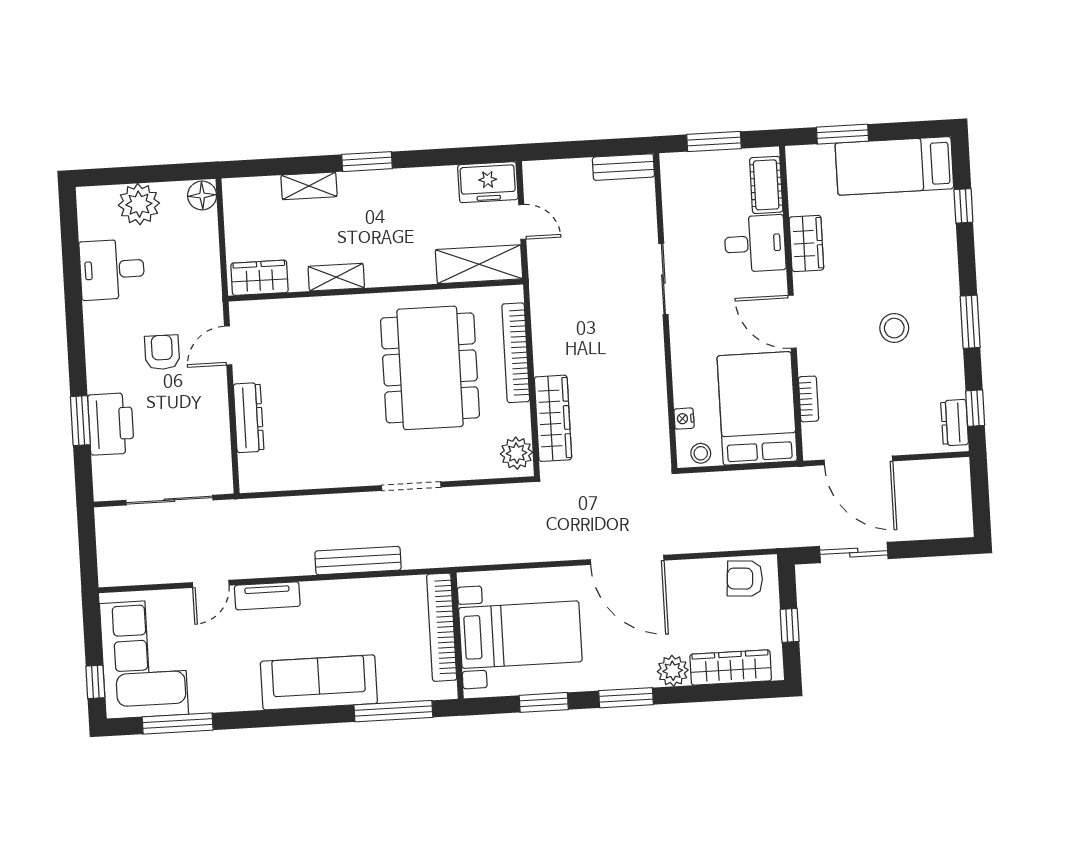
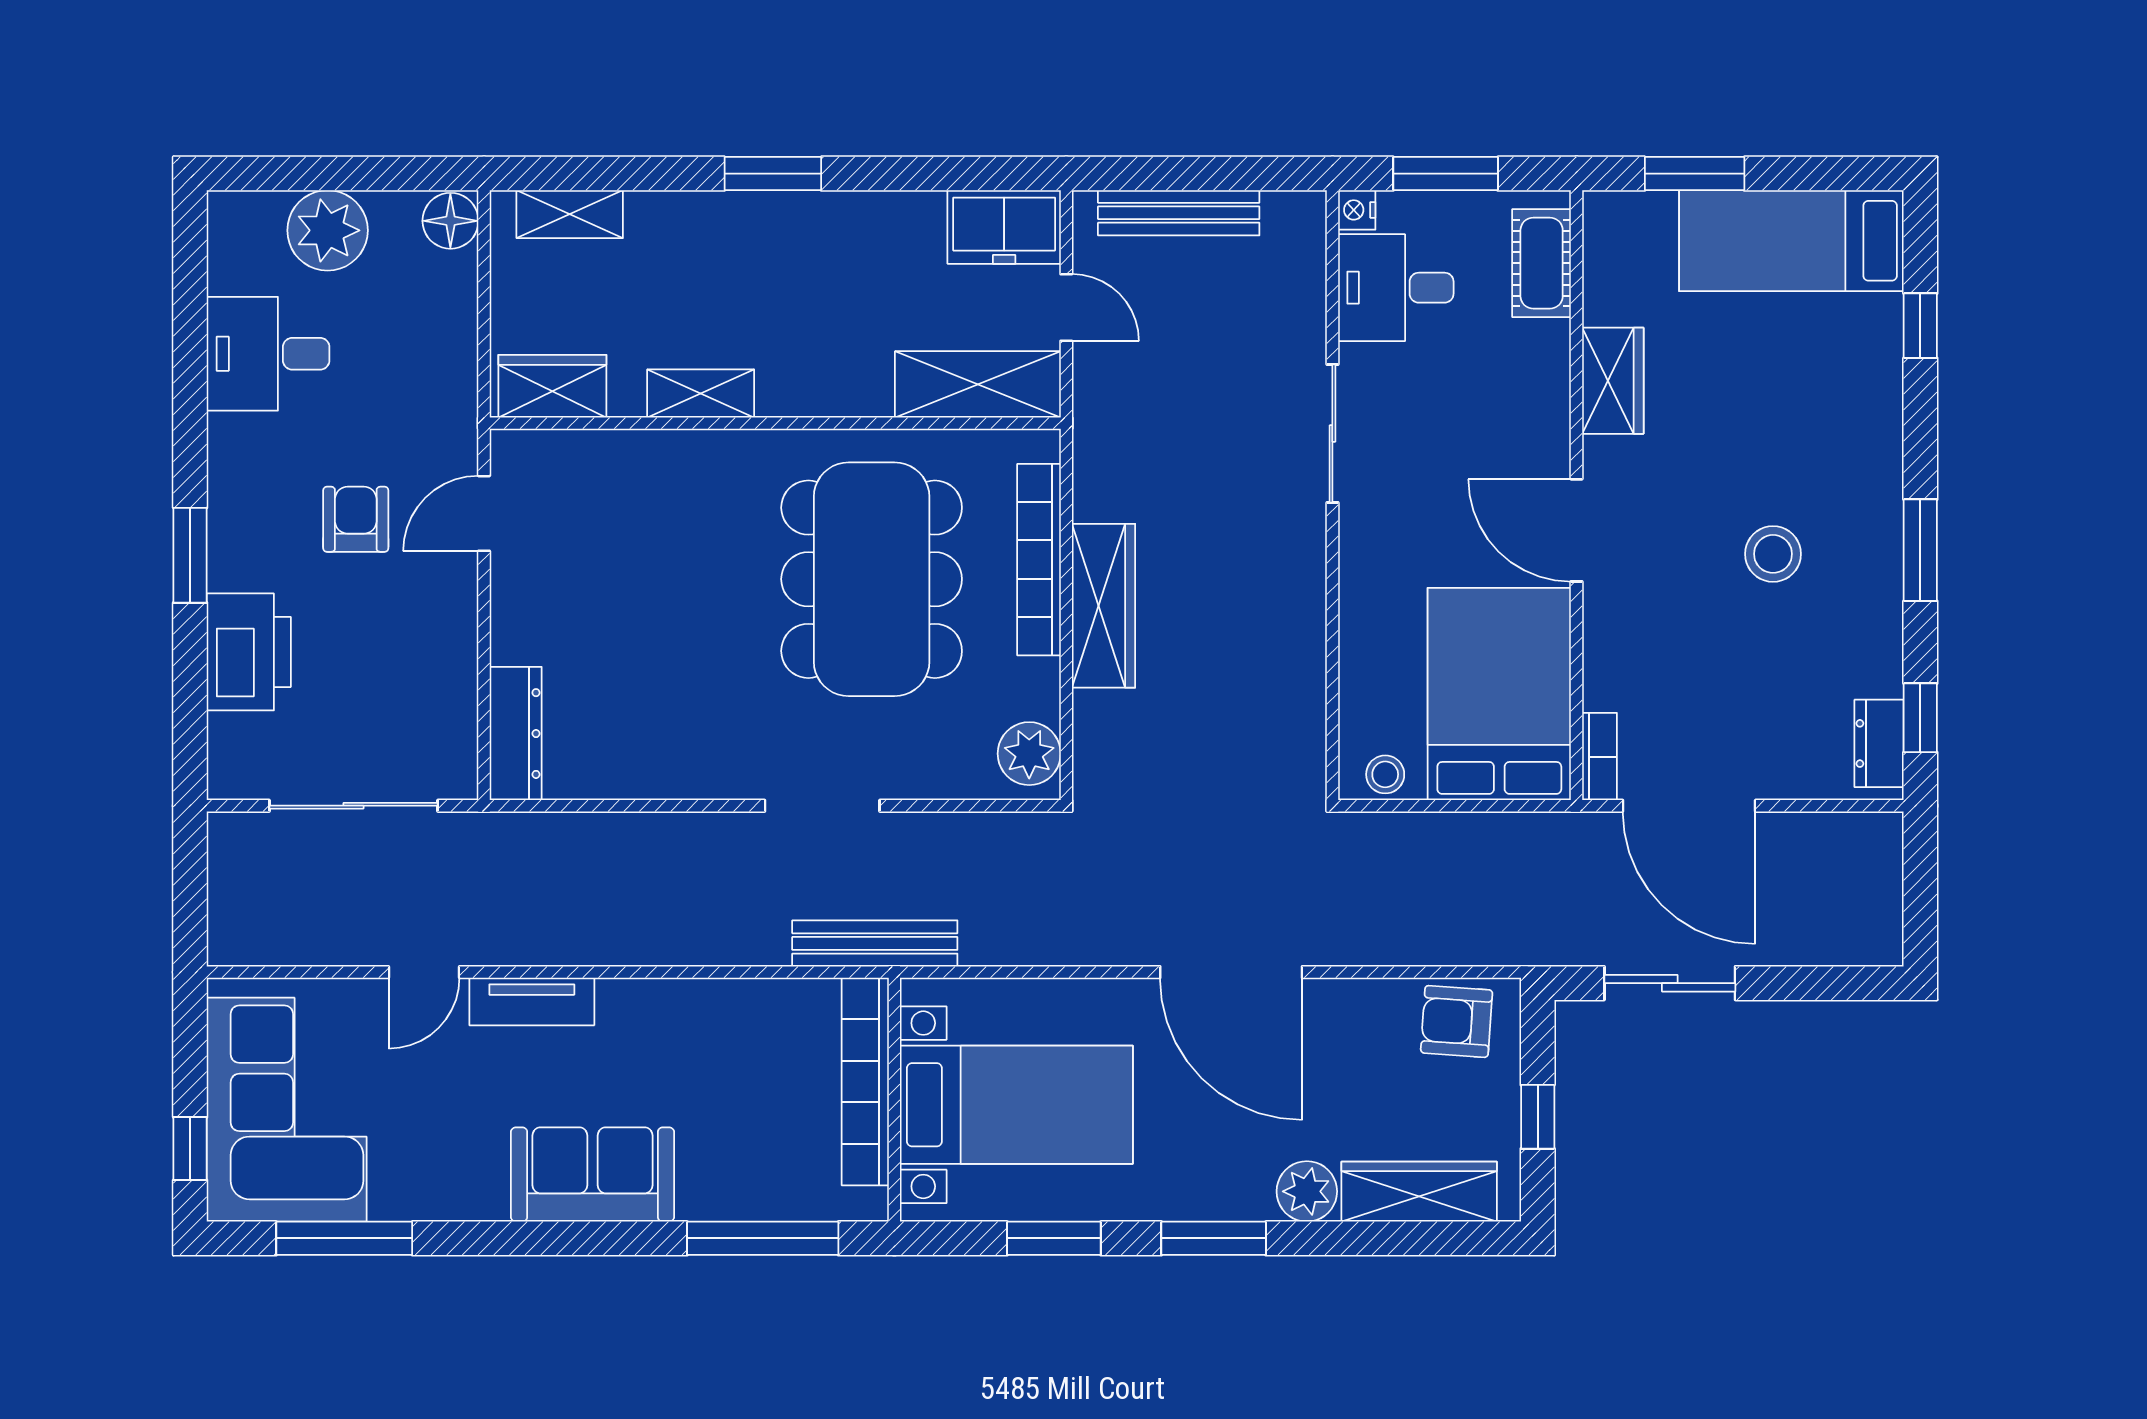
bench: (623, 167) -> (1179, 213), moved, width x1.36
shelving: (309, 186) -> (570, 214), moved
desk: (755, 244) -> (1396, 288), moved, turned 180
bookcase: (809, 399) -> (1600, 757), moved
dresser: (249, 418) -> (516, 734), moved
wardrobe: (553, 418) -> (1104, 606), moved
nightstand: (684, 419) -> (1357, 210), moved
window: (80, 421) -> (190, 555), moved
bench: (358, 561) -> (875, 943), moved
sofa: (319, 682) -> (593, 1174), width x0.73

